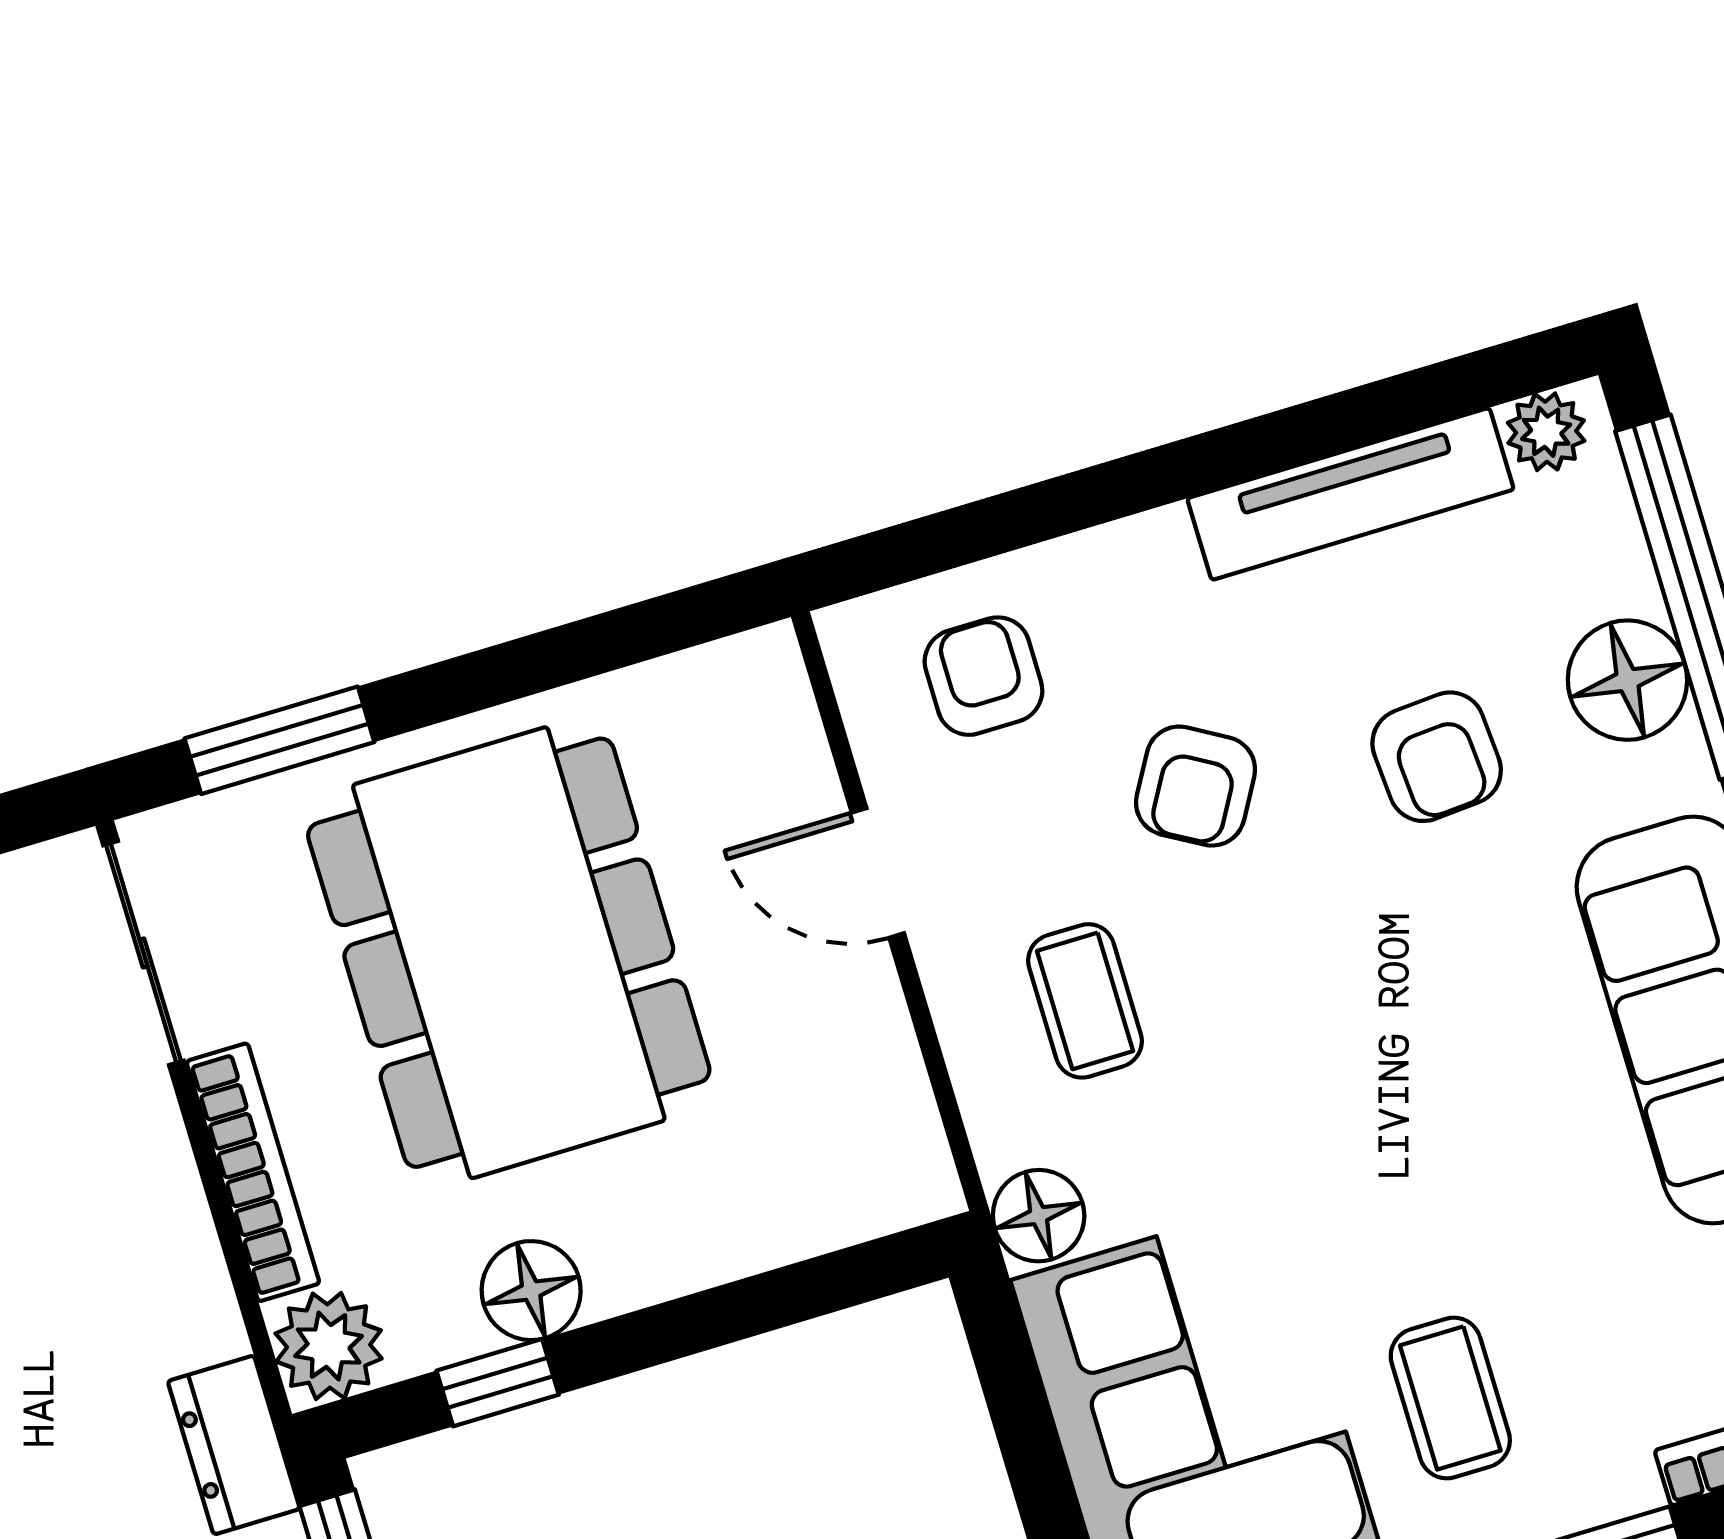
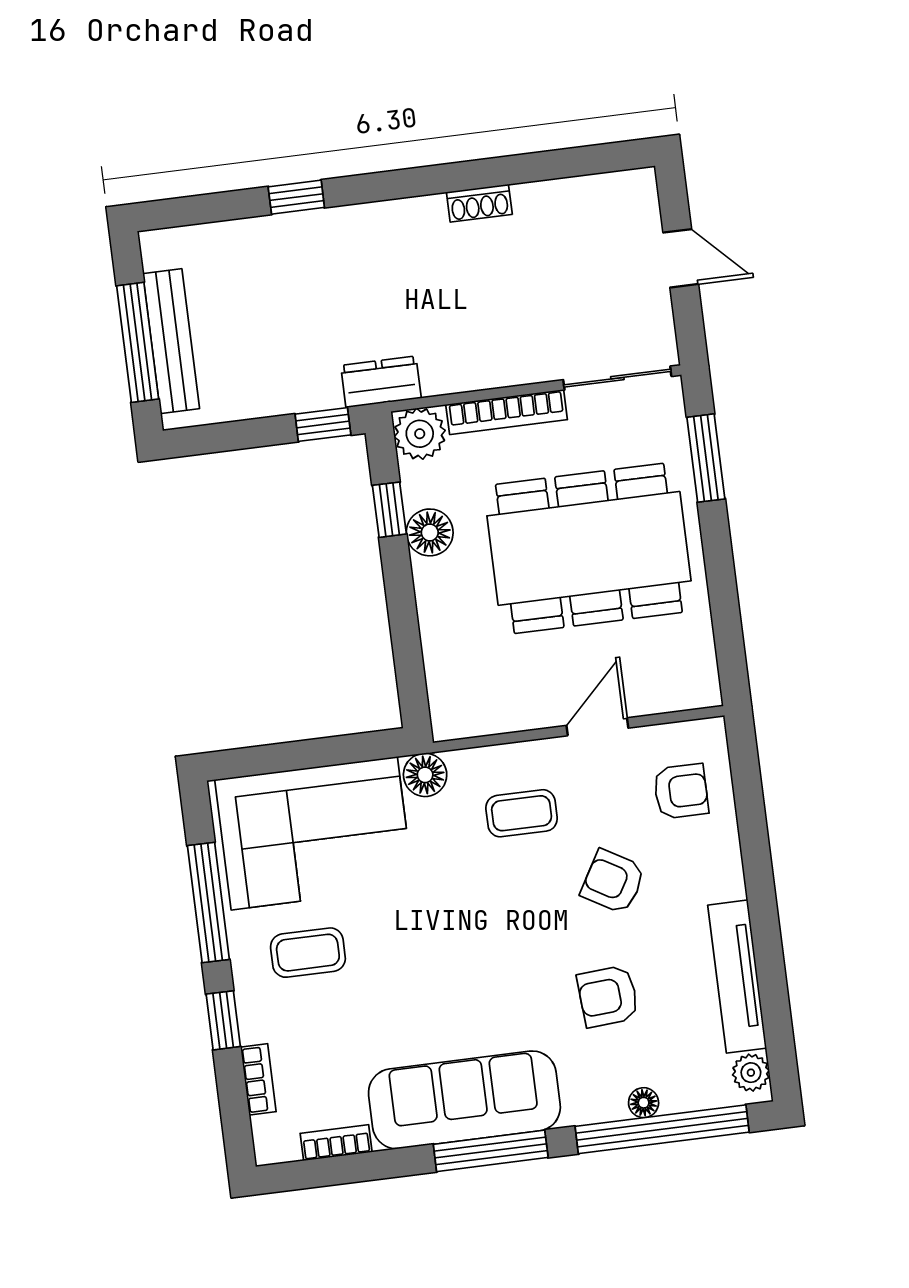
floor lamp: (1627, 680) -> (644, 1103), width x0.53, depth x0.53

